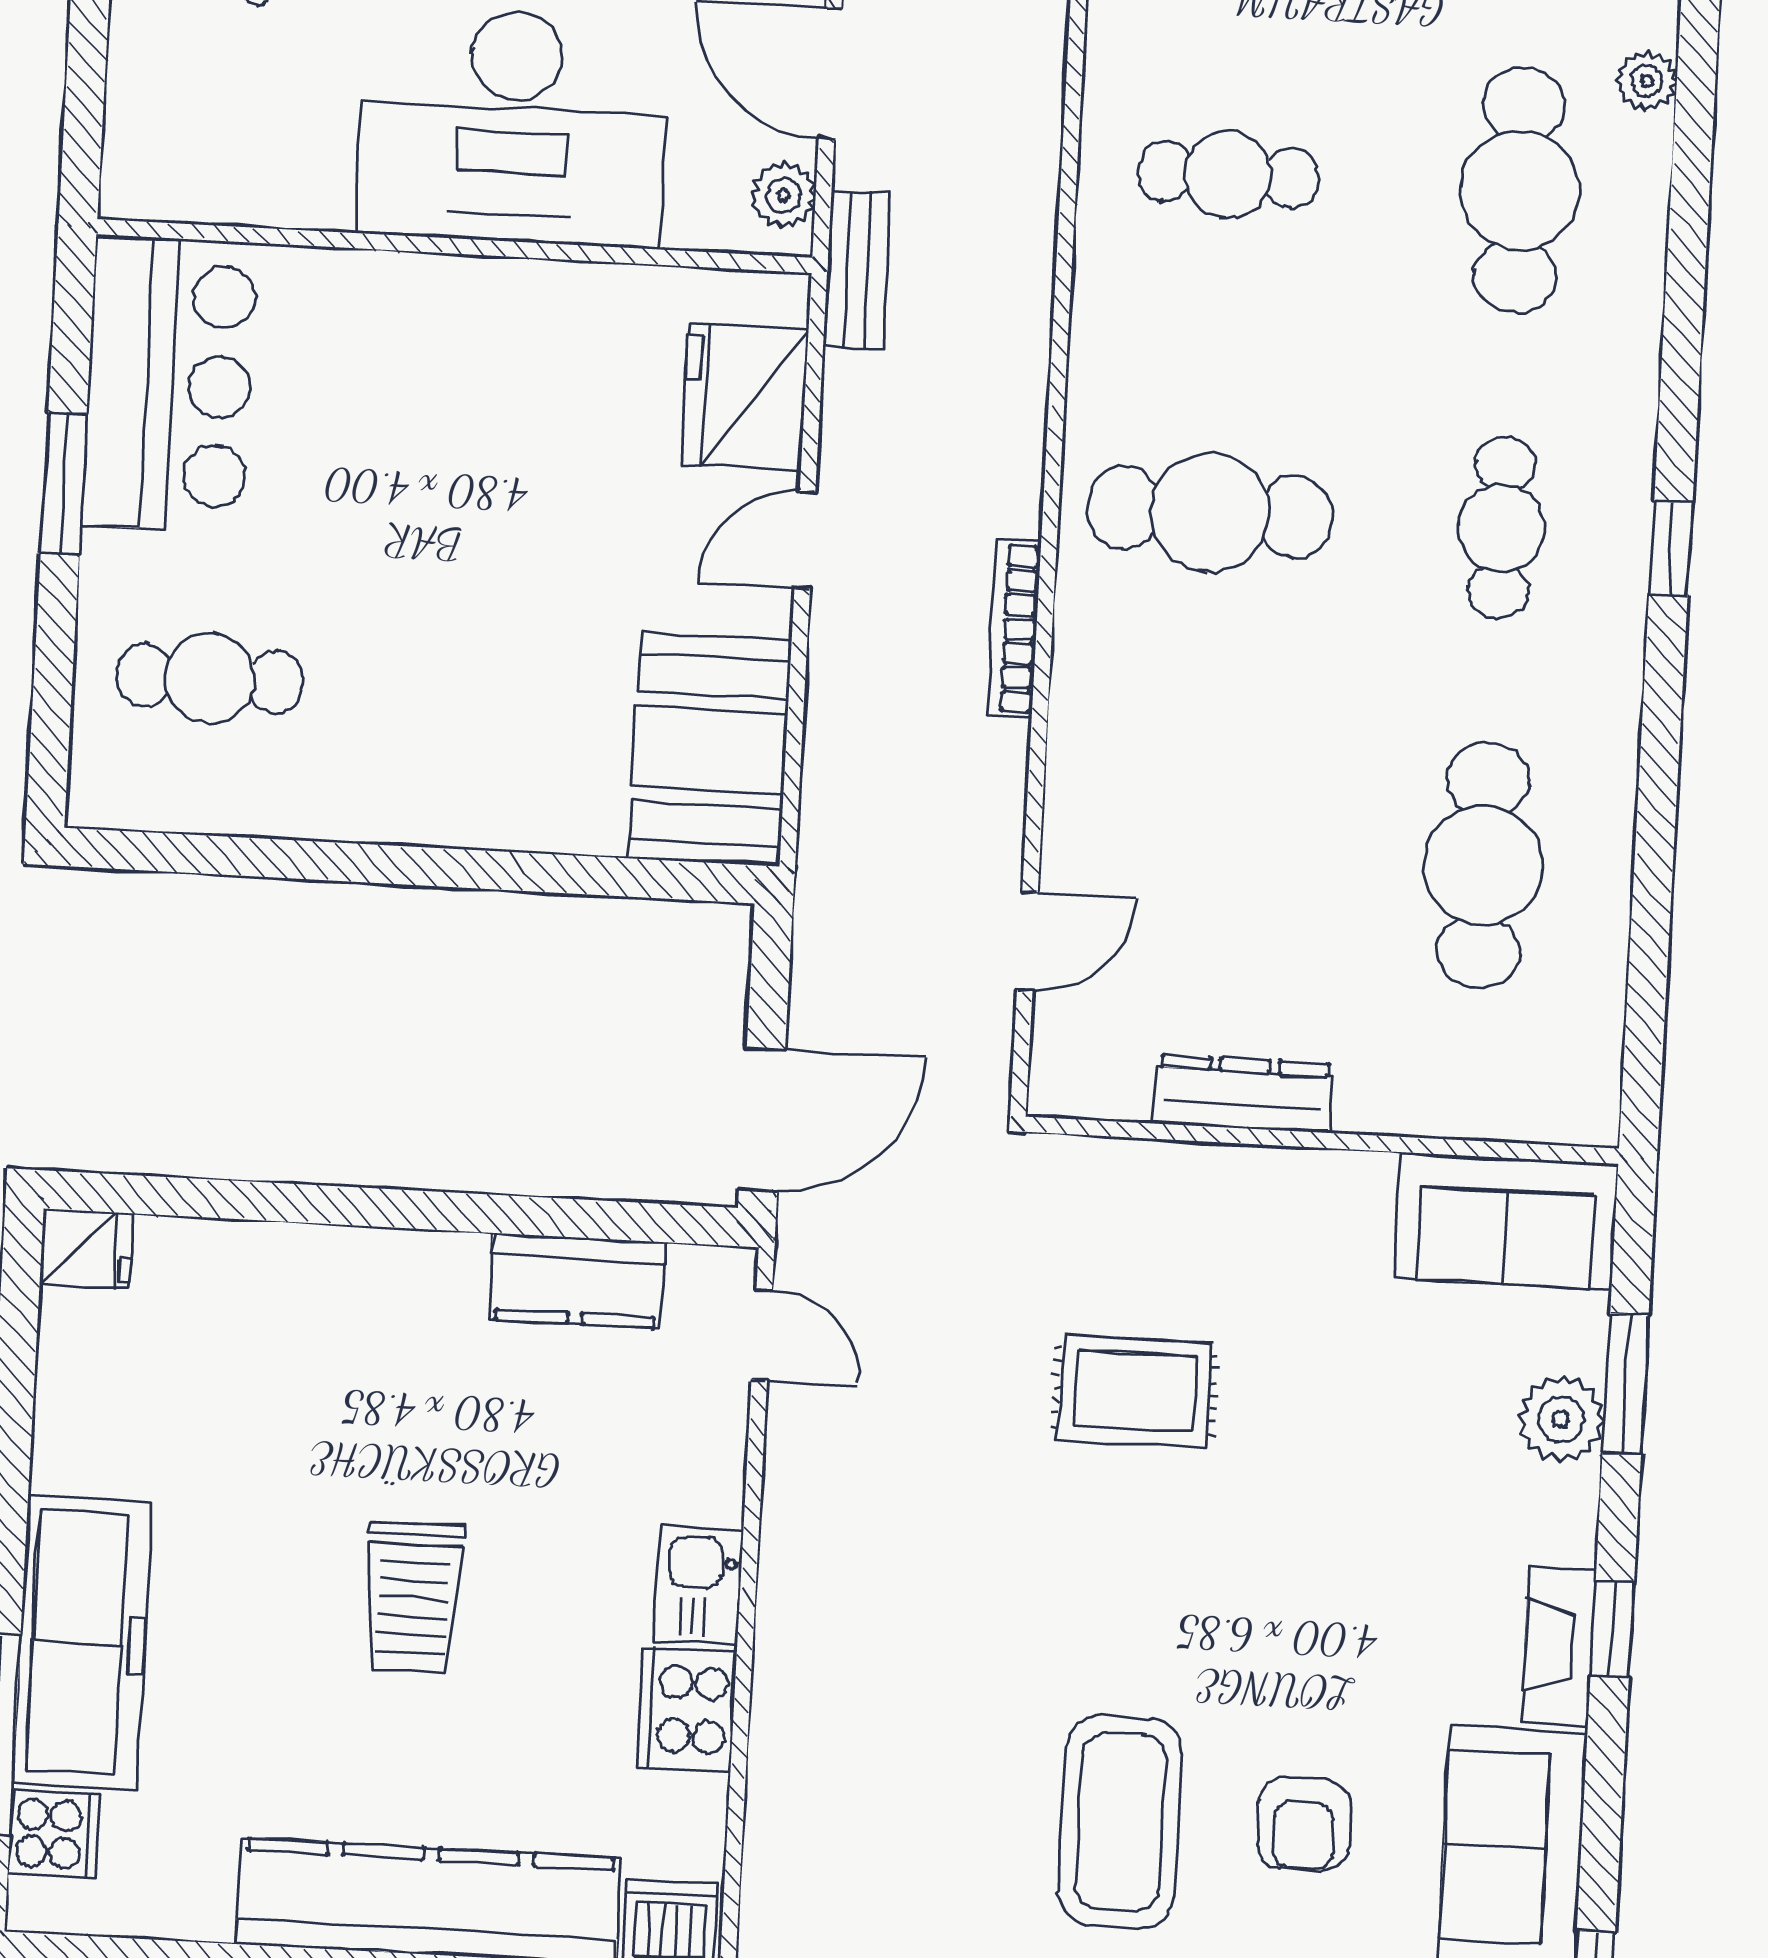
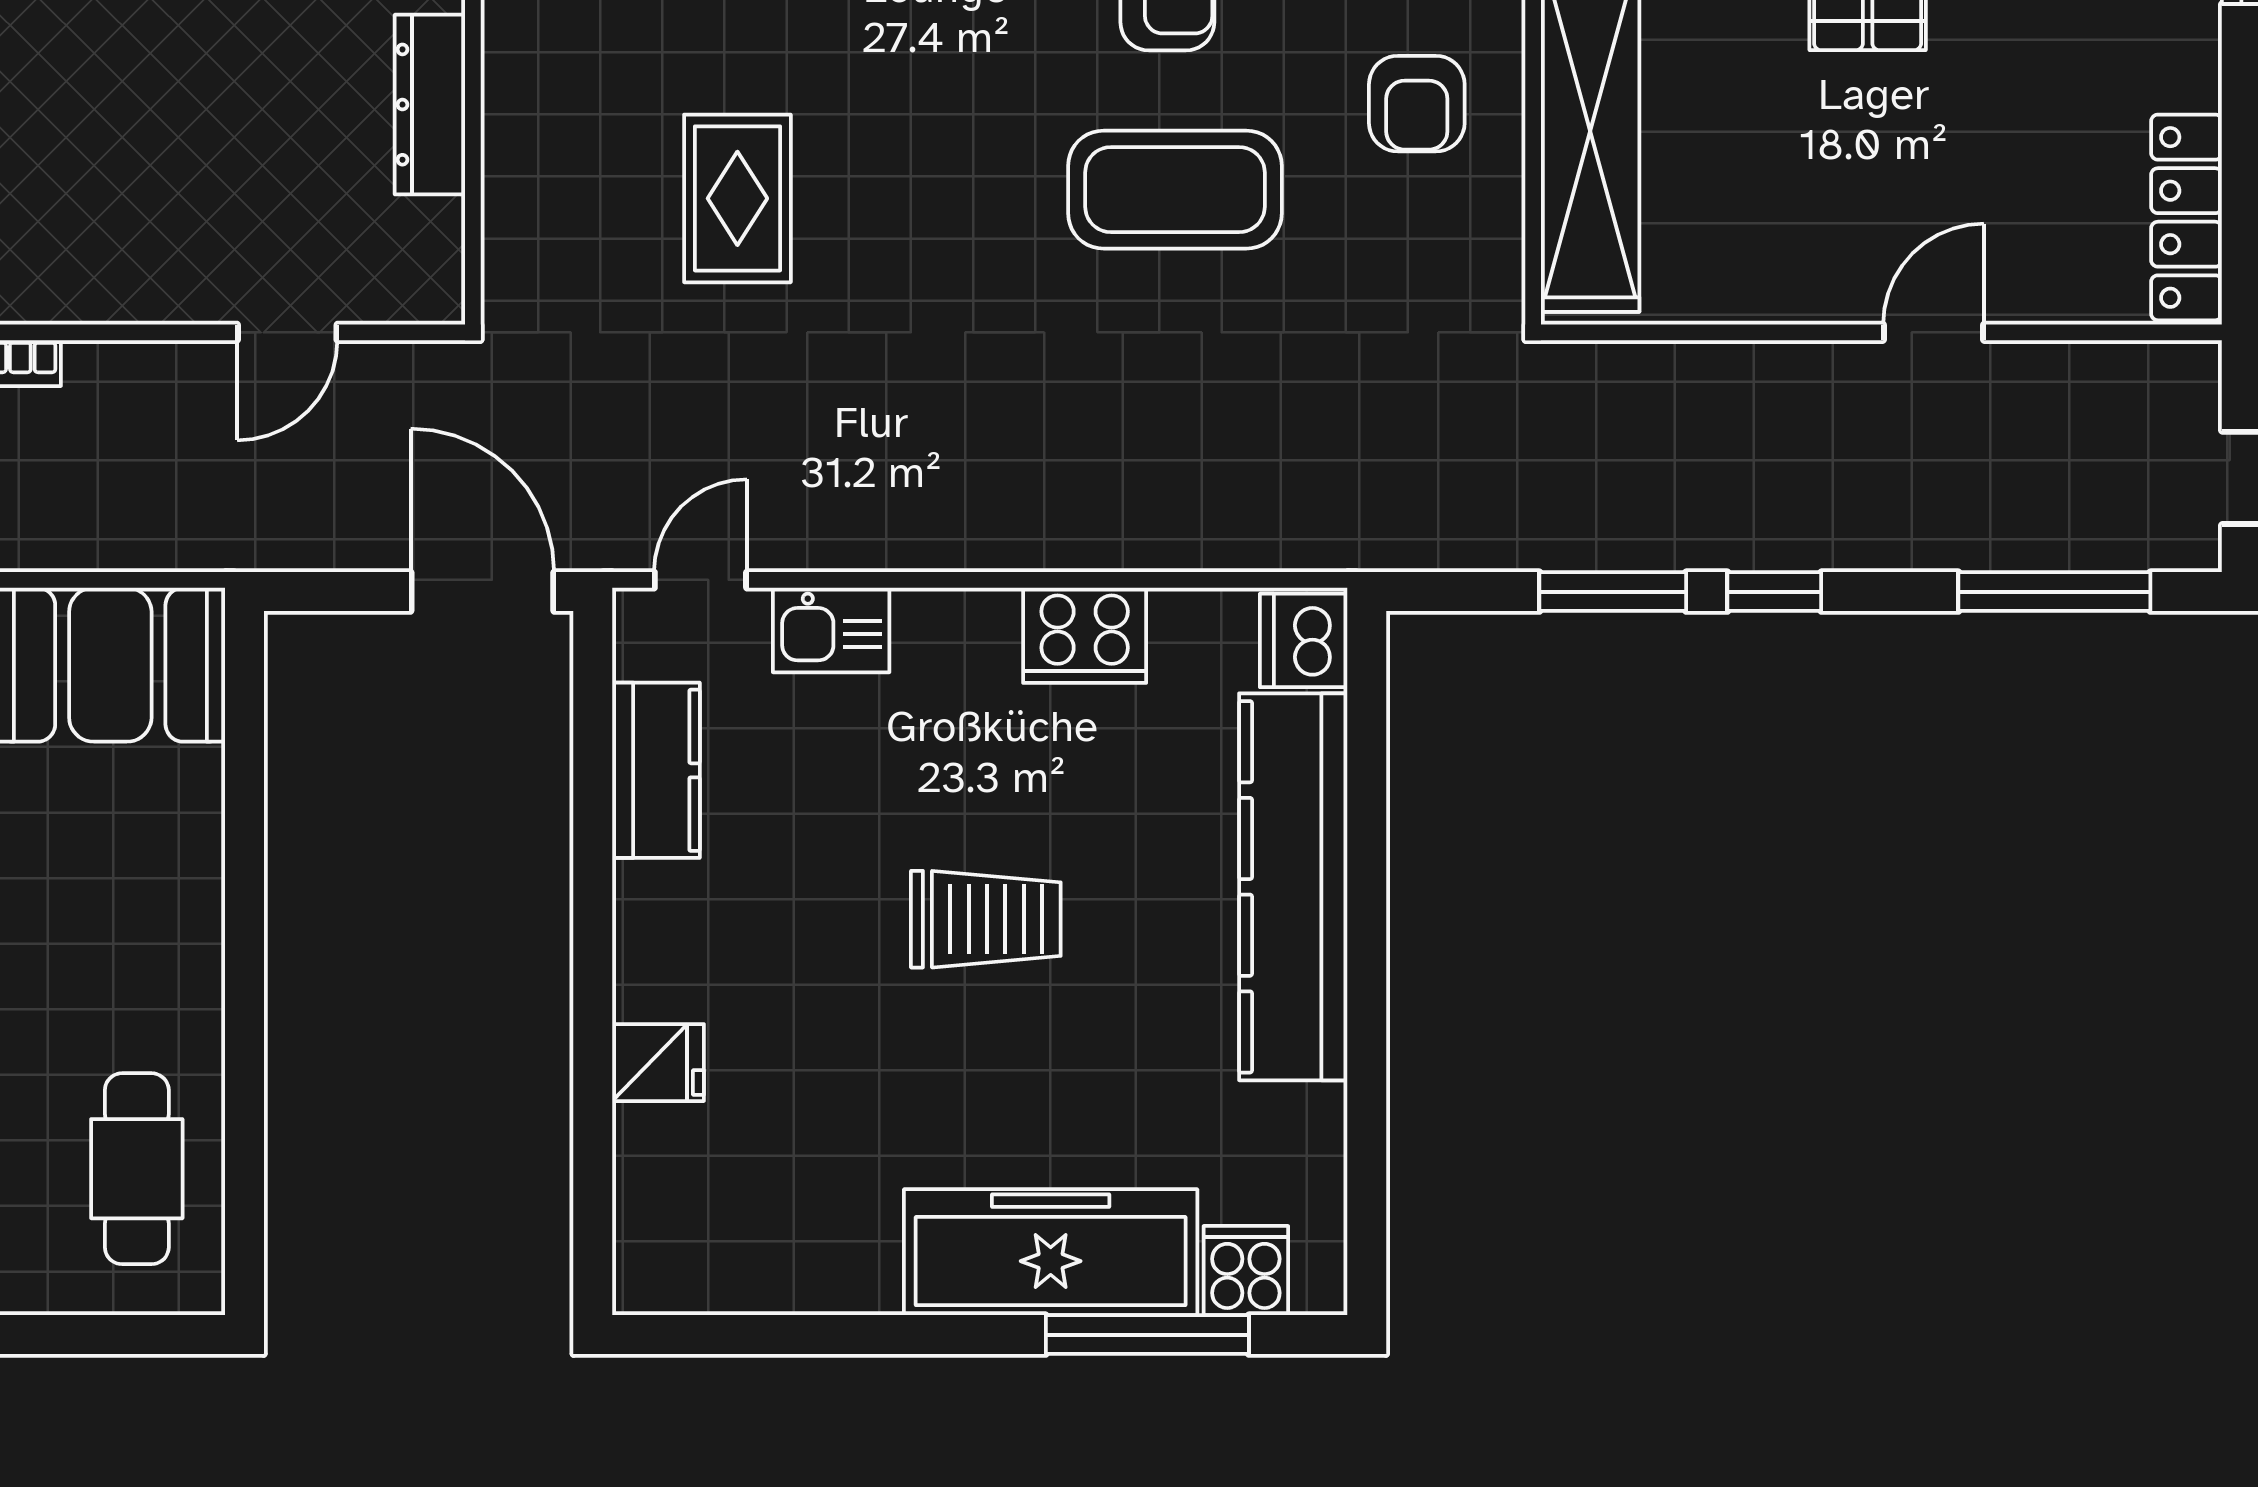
cafe table: (210, 678) -> (137, 1169), moved
door: (1027, 941) -> (287, 332), swing flipped
fridge: (87, 1249) -> (658, 1063), moved, turned 90
kitchen sink: (699, 1586) -> (831, 630), moved

